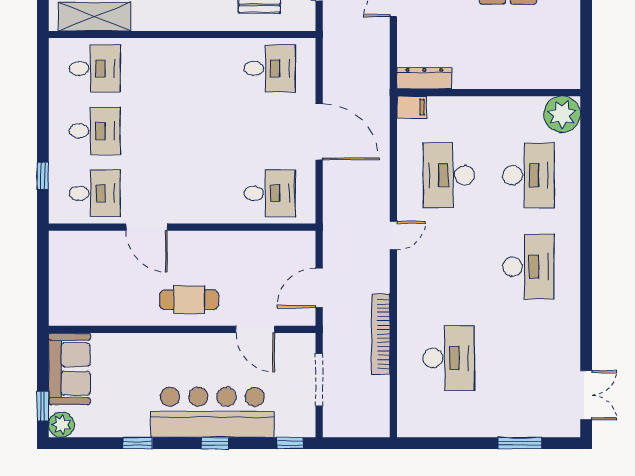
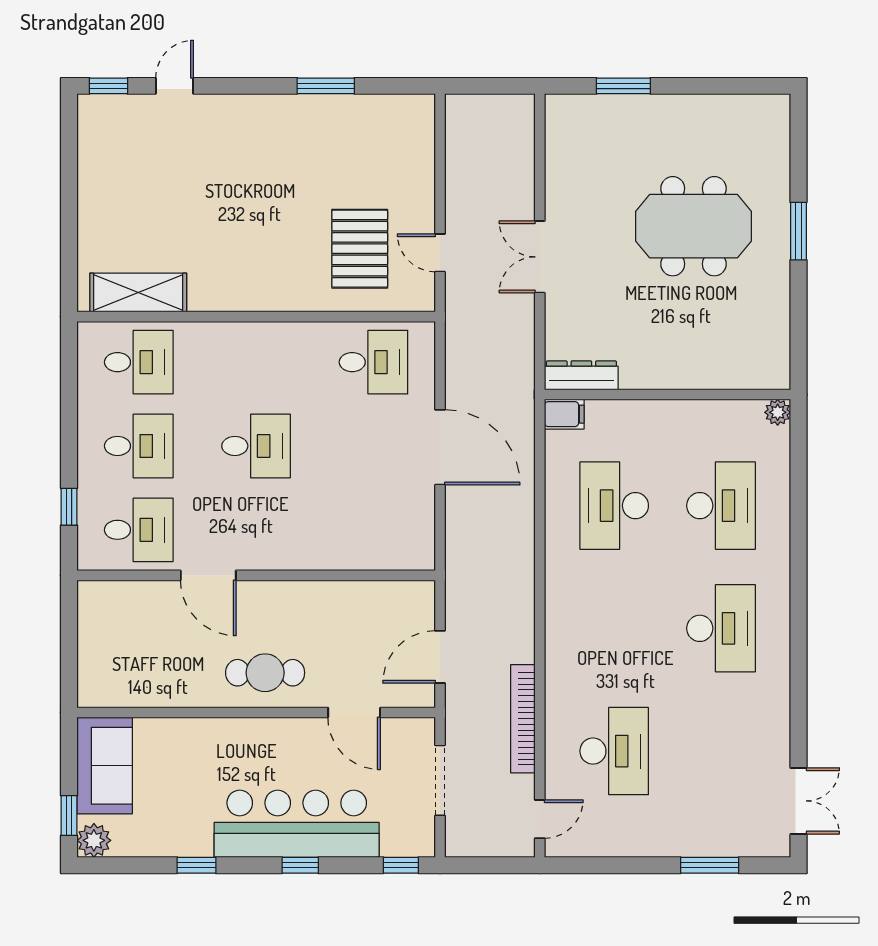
plant: (562, 114) -> (778, 412), width x0.53, depth x0.53
desk: (270, 193) -> (256, 446), moved
door: (393, 235) -> (540, 819), moved

